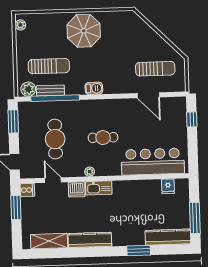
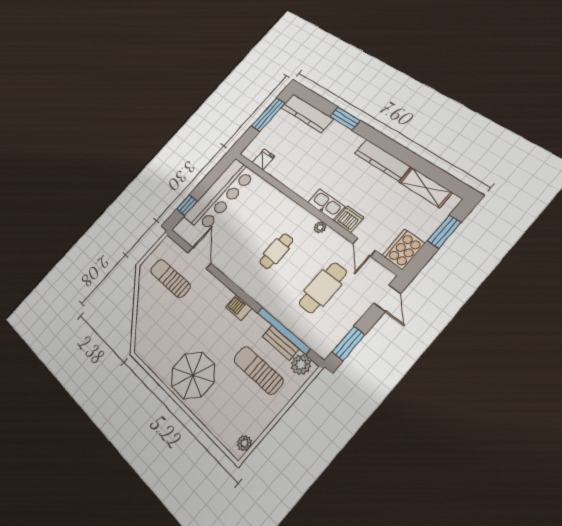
cafe table: (103, 138) -> (276, 251), turned 90
bar counter: (153, 162) -> (220, 195), moved, turned -90
cooker: (27, 190) -> (403, 249), width x1.87, depth x1.31
window: (16, 208) -> (444, 232), moved

